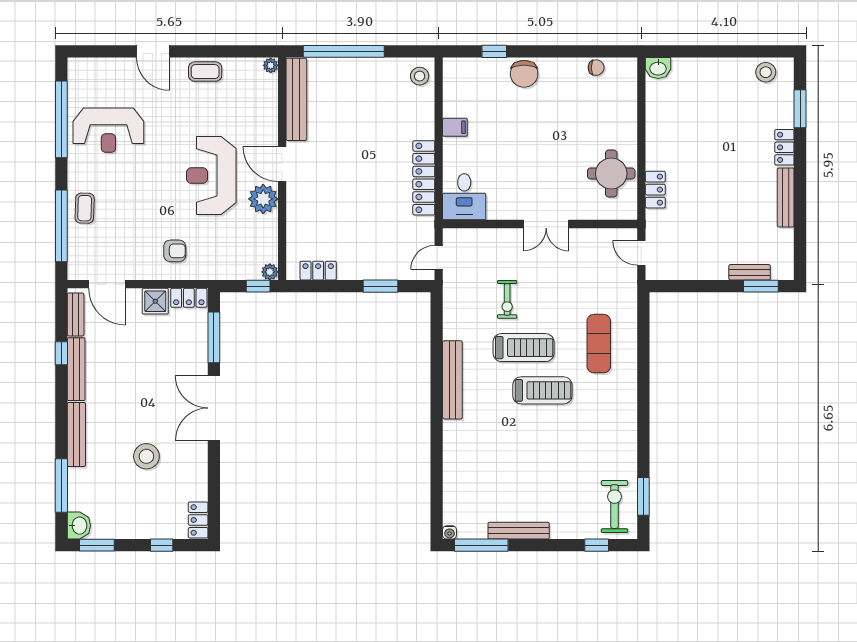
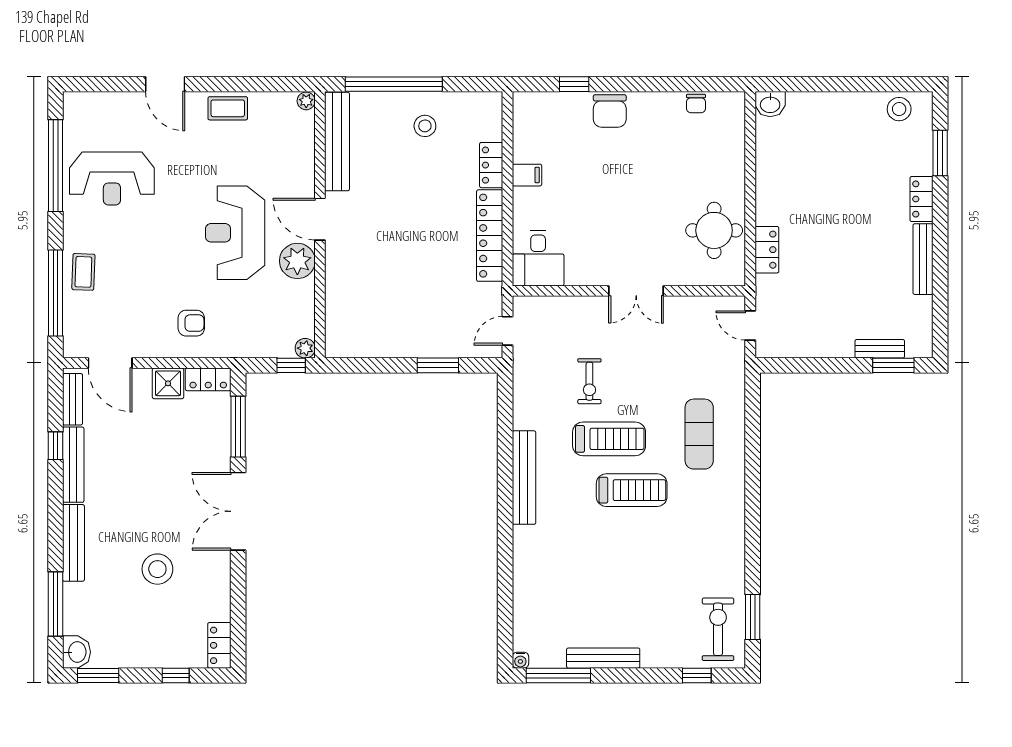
chair: (596, 68) -> (696, 104), turned 90
stool: (420, 76) -> (425, 126), moved
locker: (318, 271) -> (491, 165), moved, turned -90

